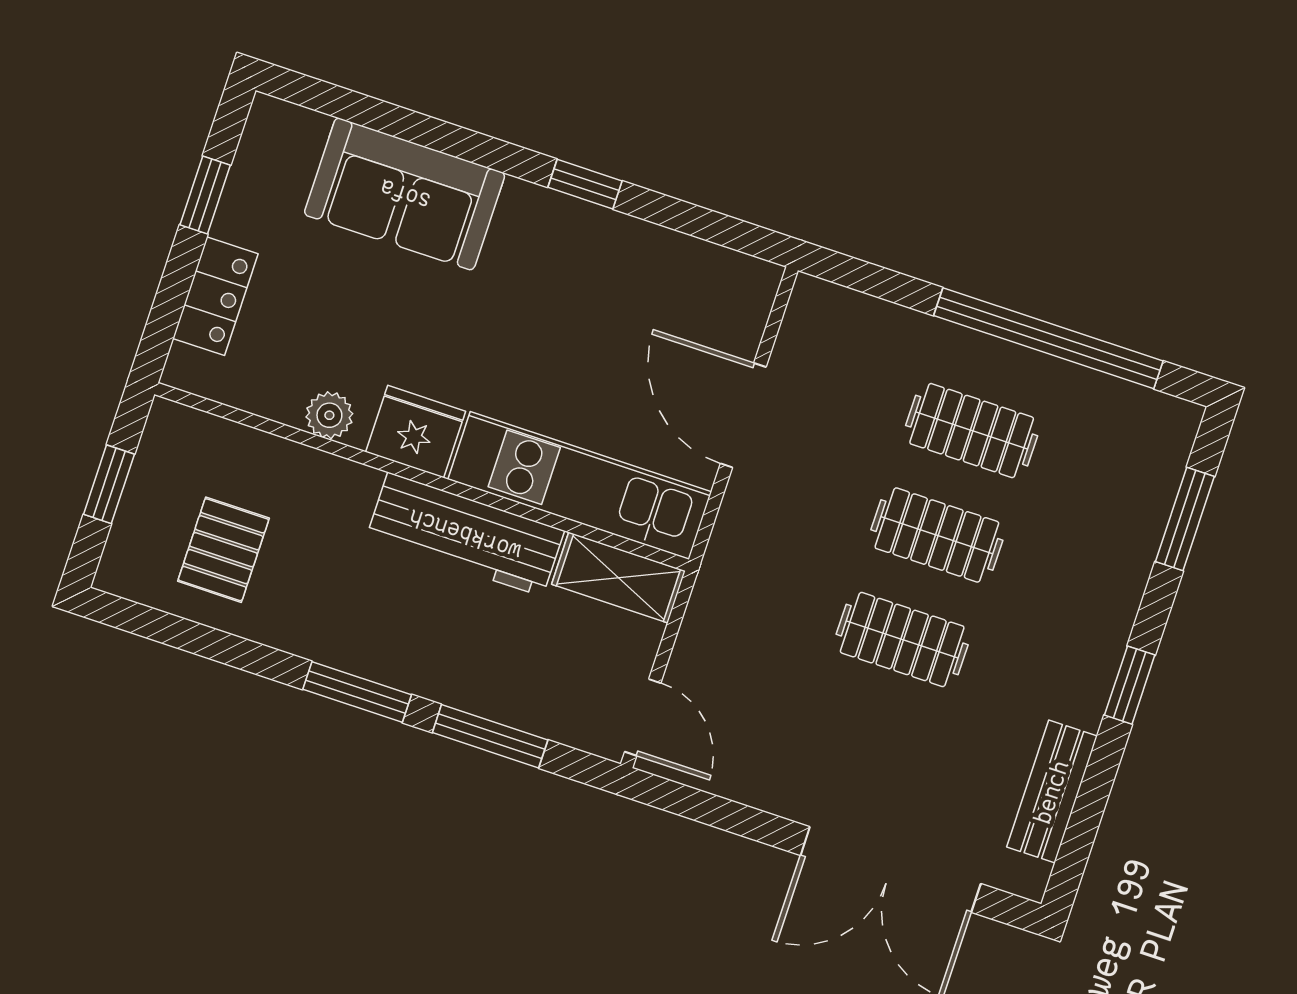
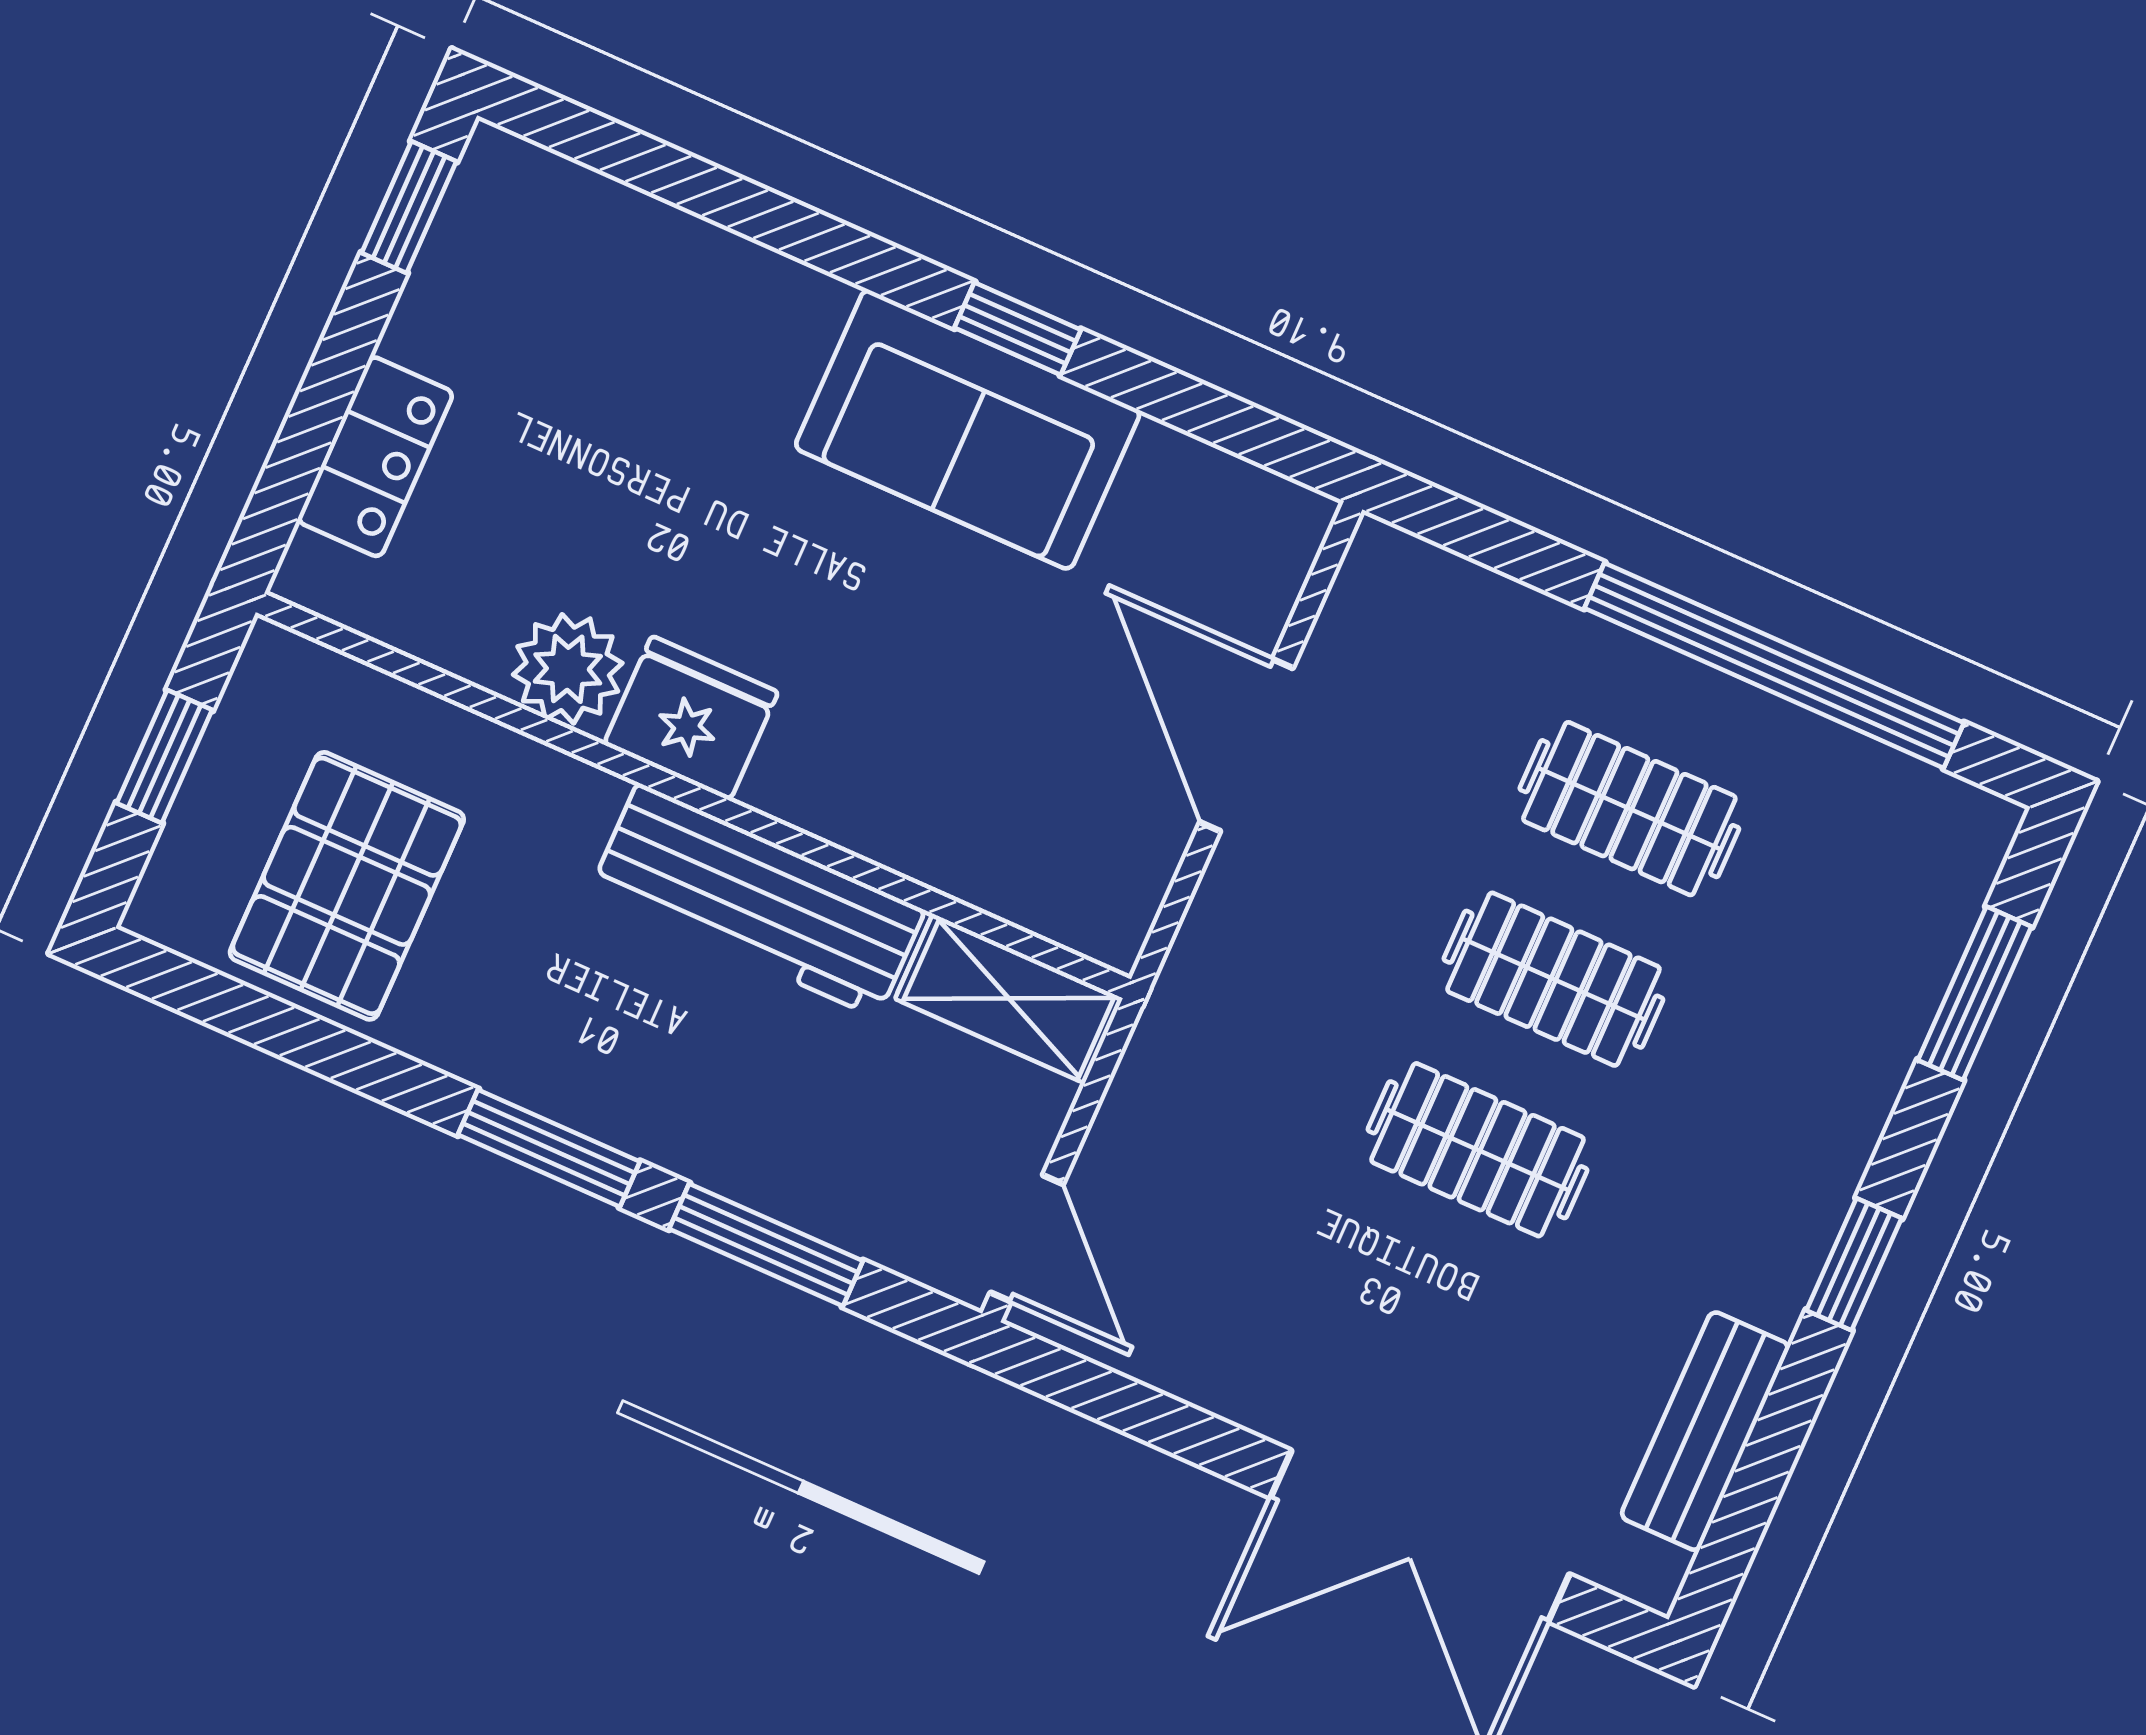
sofa: (405, 194) -> (968, 429), moved
window: (205, 195) -> (409, 207), moved
plant: (329, 415) -> (568, 669), width x1.38, depth x1.38
kitchen unit: (580, 486) -> (959, 837), removed
pallet: (223, 550) -> (347, 886), width x1.50, depth x1.42

